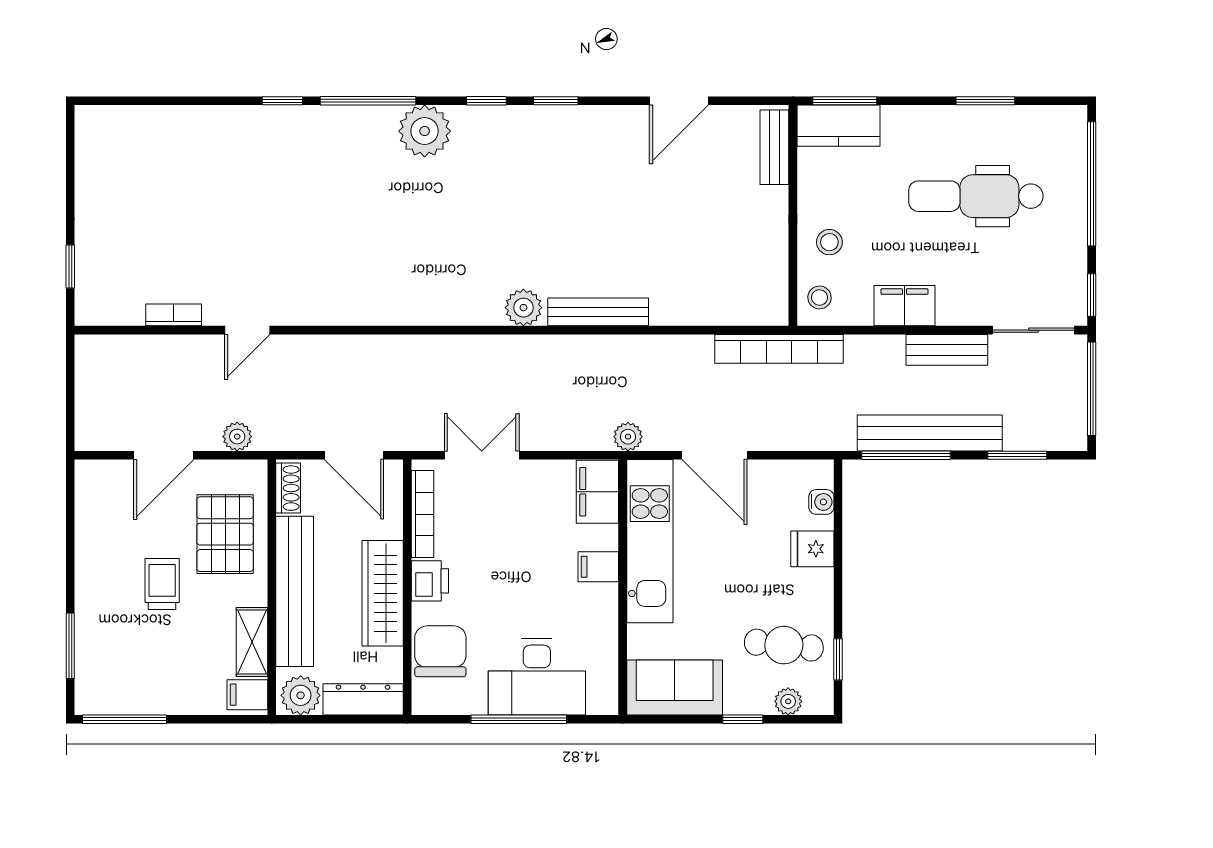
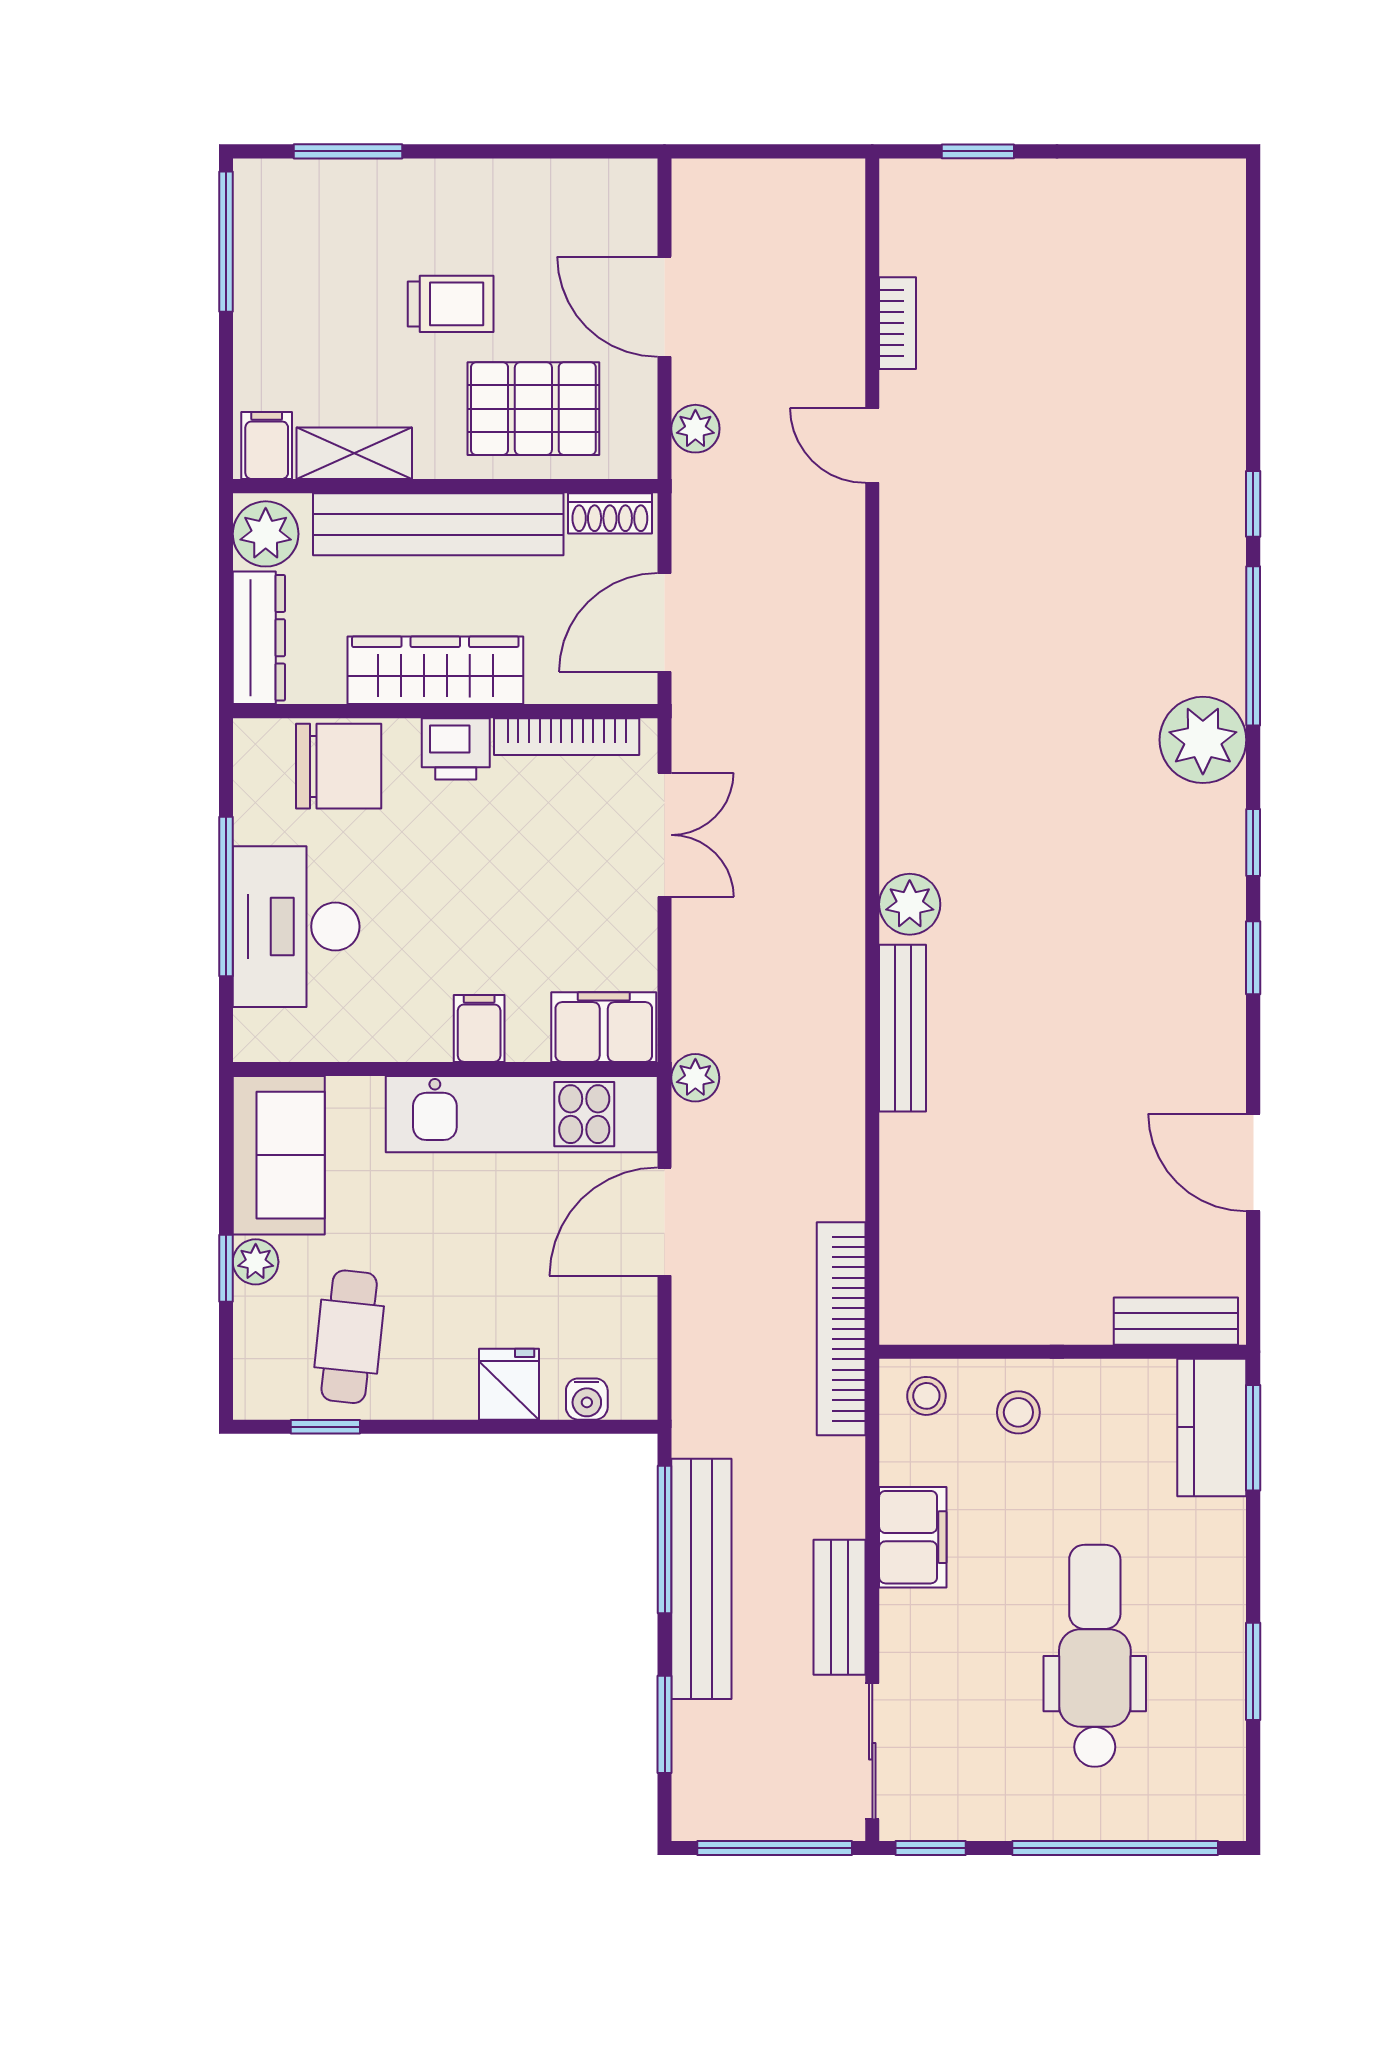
plant: (788, 701) -> (256, 1262), moved

